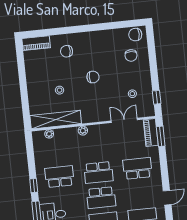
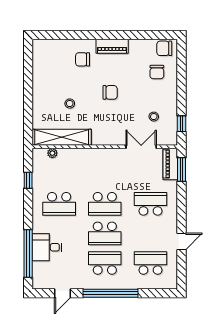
piano: (36, 43) -> (112, 46), moved
plant: (83, 131) -> (92, 153), removed
school desk: (59, 177) -> (59, 204), turned 180
window: (34, 185) -> (28, 180), moved

